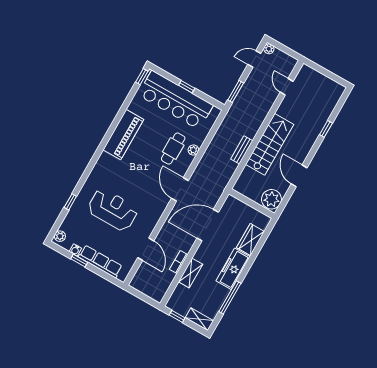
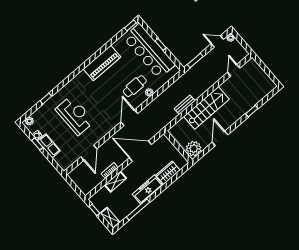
row of seats: (100, 261) -> (49, 146), width x0.68

